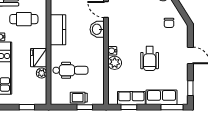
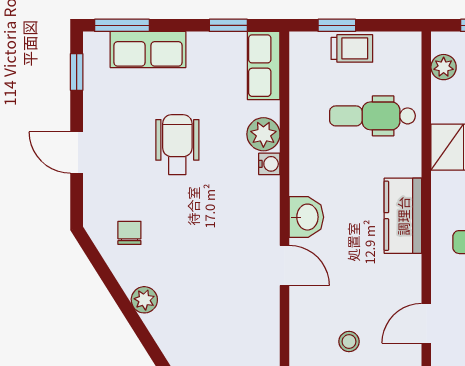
plant: (42, 73) -> (444, 67), moved
row of seats: (131, 98) -> (264, 66), moved, turned 90

